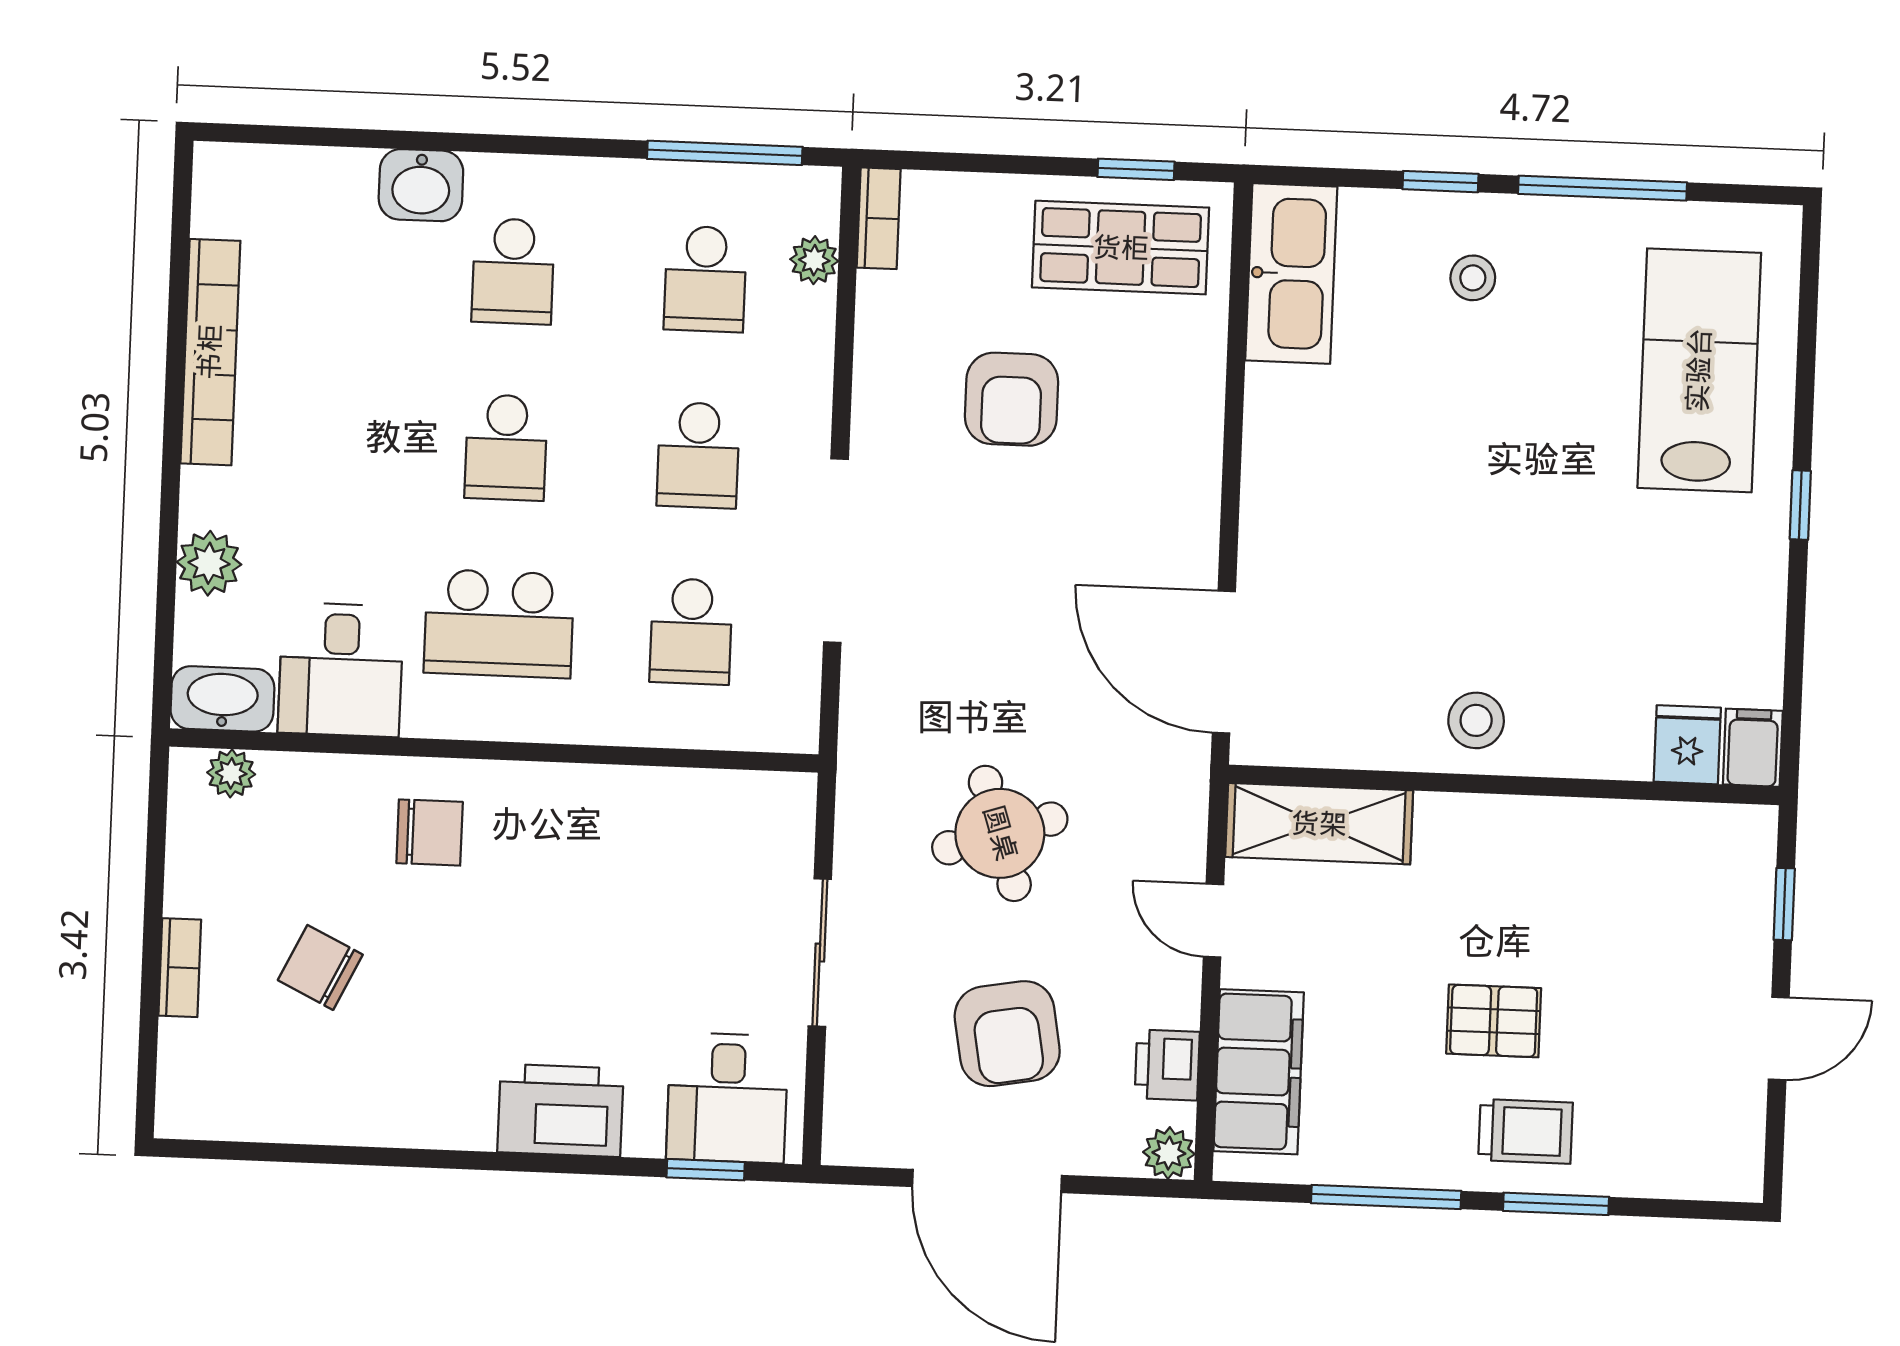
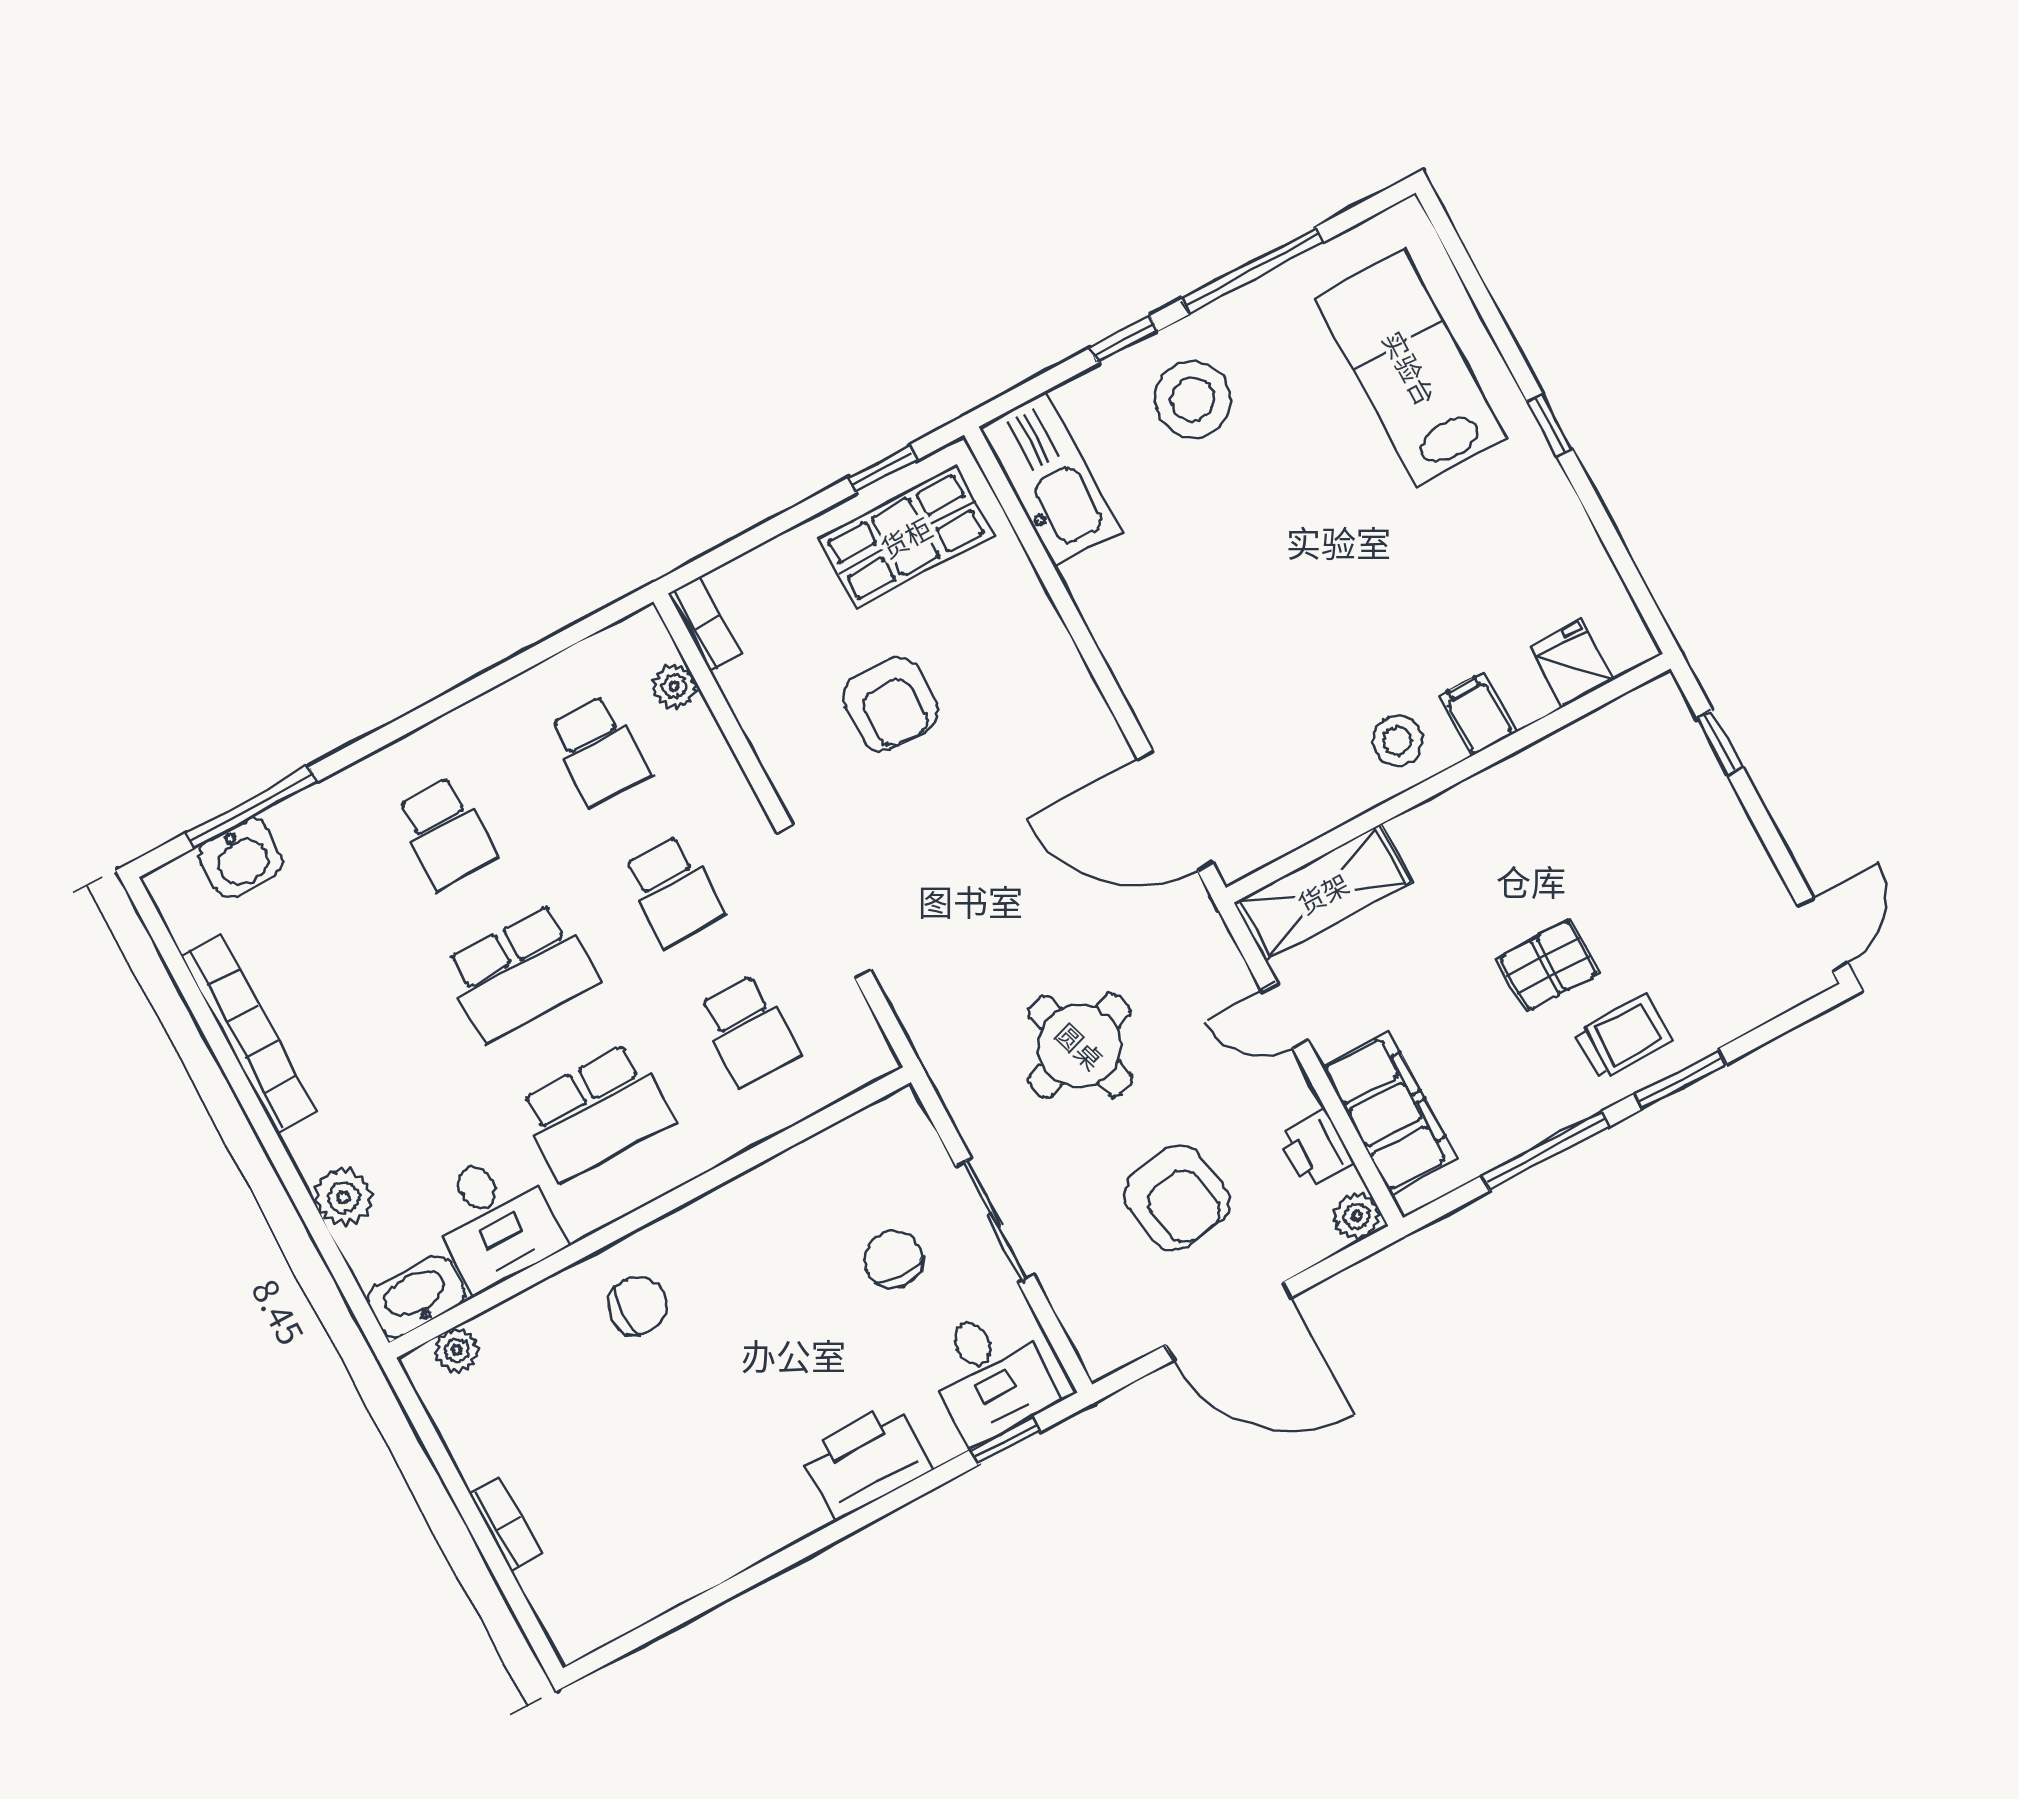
window: (725, 153) -> (252, 807), moved
washbasin: (421, 185) -> (241, 858), moved
stool: (1473, 278) -> (1193, 399), width x1.89, depth x1.89
school desk: (506, 447) -> (521, 972), width x1.85
filing cabinet: (1753, 748) -> (1477, 714), moved
chair: (320, 967) -> (893, 1260), moved, turned 64
door: (1779, 1038) -> (1823, 935), moved

